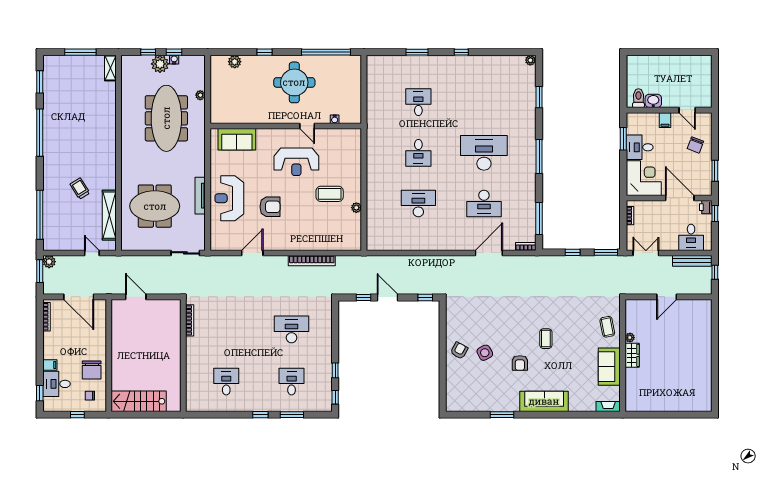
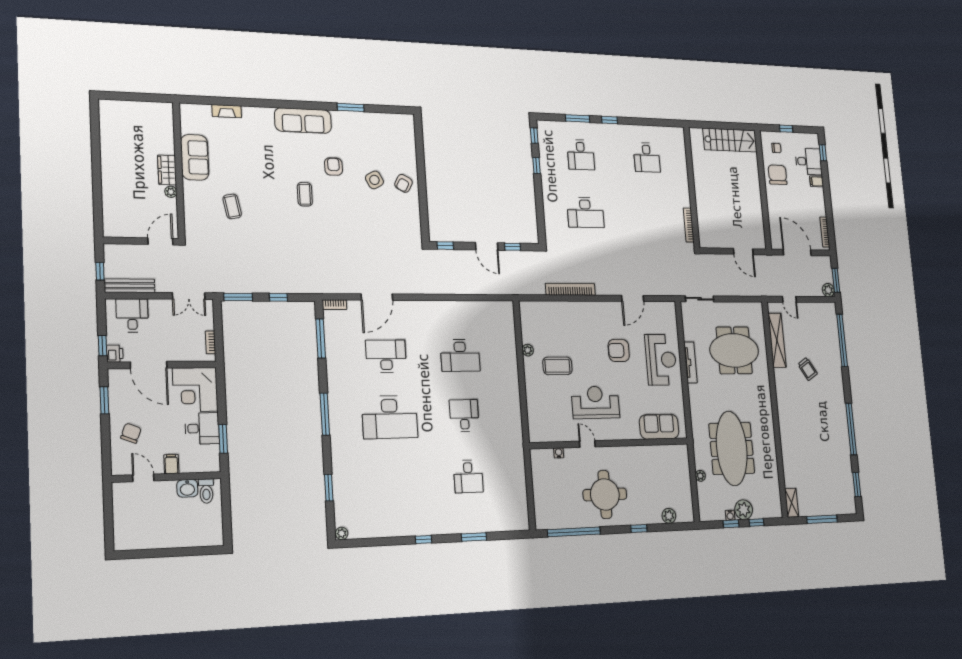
plant: (630, 338) -> (171, 192), moved
wall: (623, 355) -> (179, 170), moved
wardrobe: (632, 355) -> (167, 170), moved
sofa: (609, 367) -> (195, 157), moved

